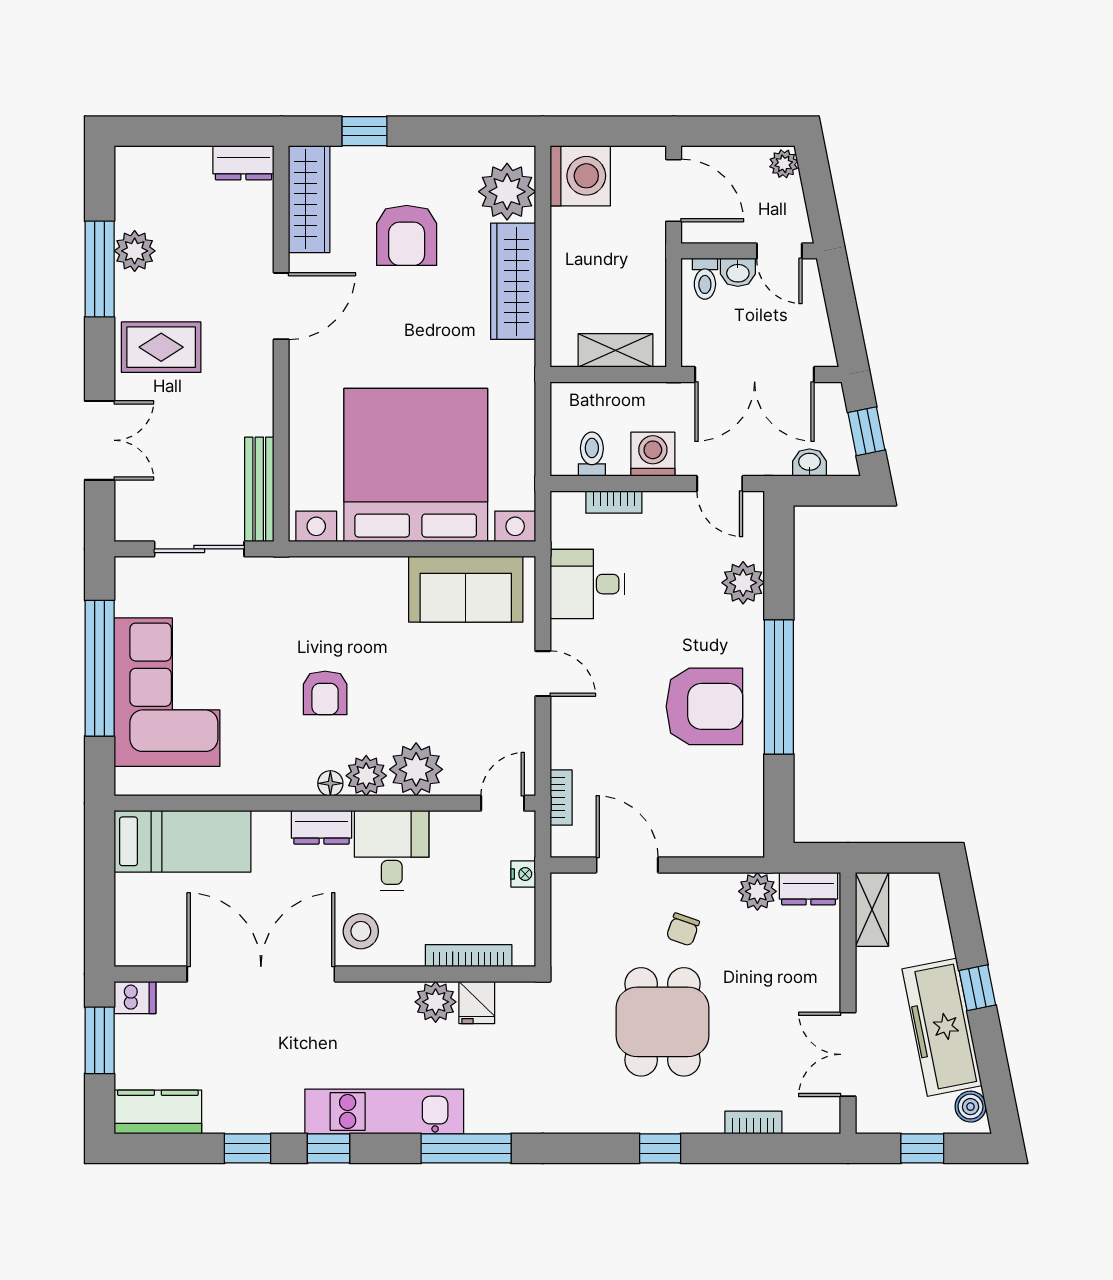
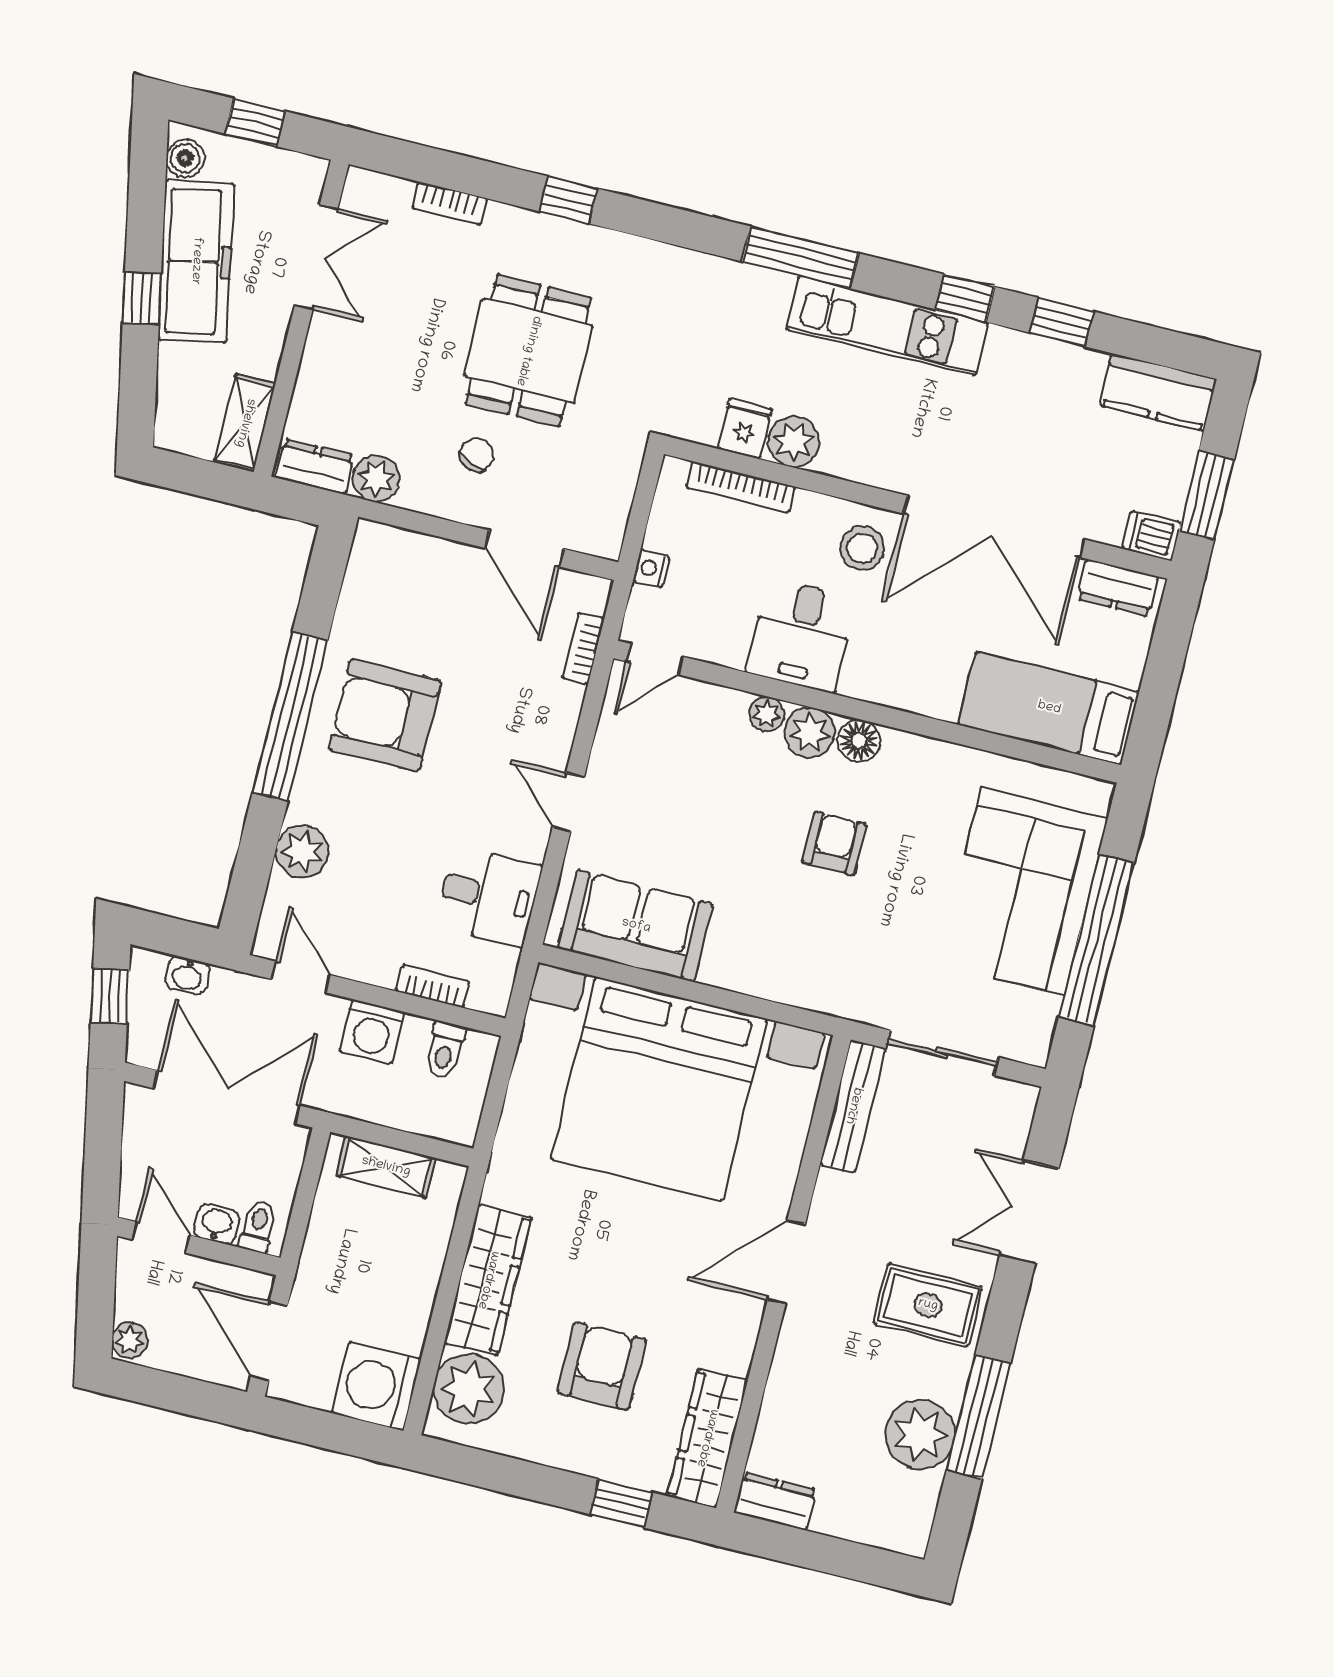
plant: (135, 251) -> (920, 1435), width x1.36, depth x1.36
door: (281, 306) -> (786, 1262), moved
plant: (416, 769) -> (767, 714), width x0.53, depth x0.53
floor lamp: (330, 783) -> (859, 741), width x1.37, depth x1.37
dresser: (322, 827) -> (1118, 588), moved, turned 180

